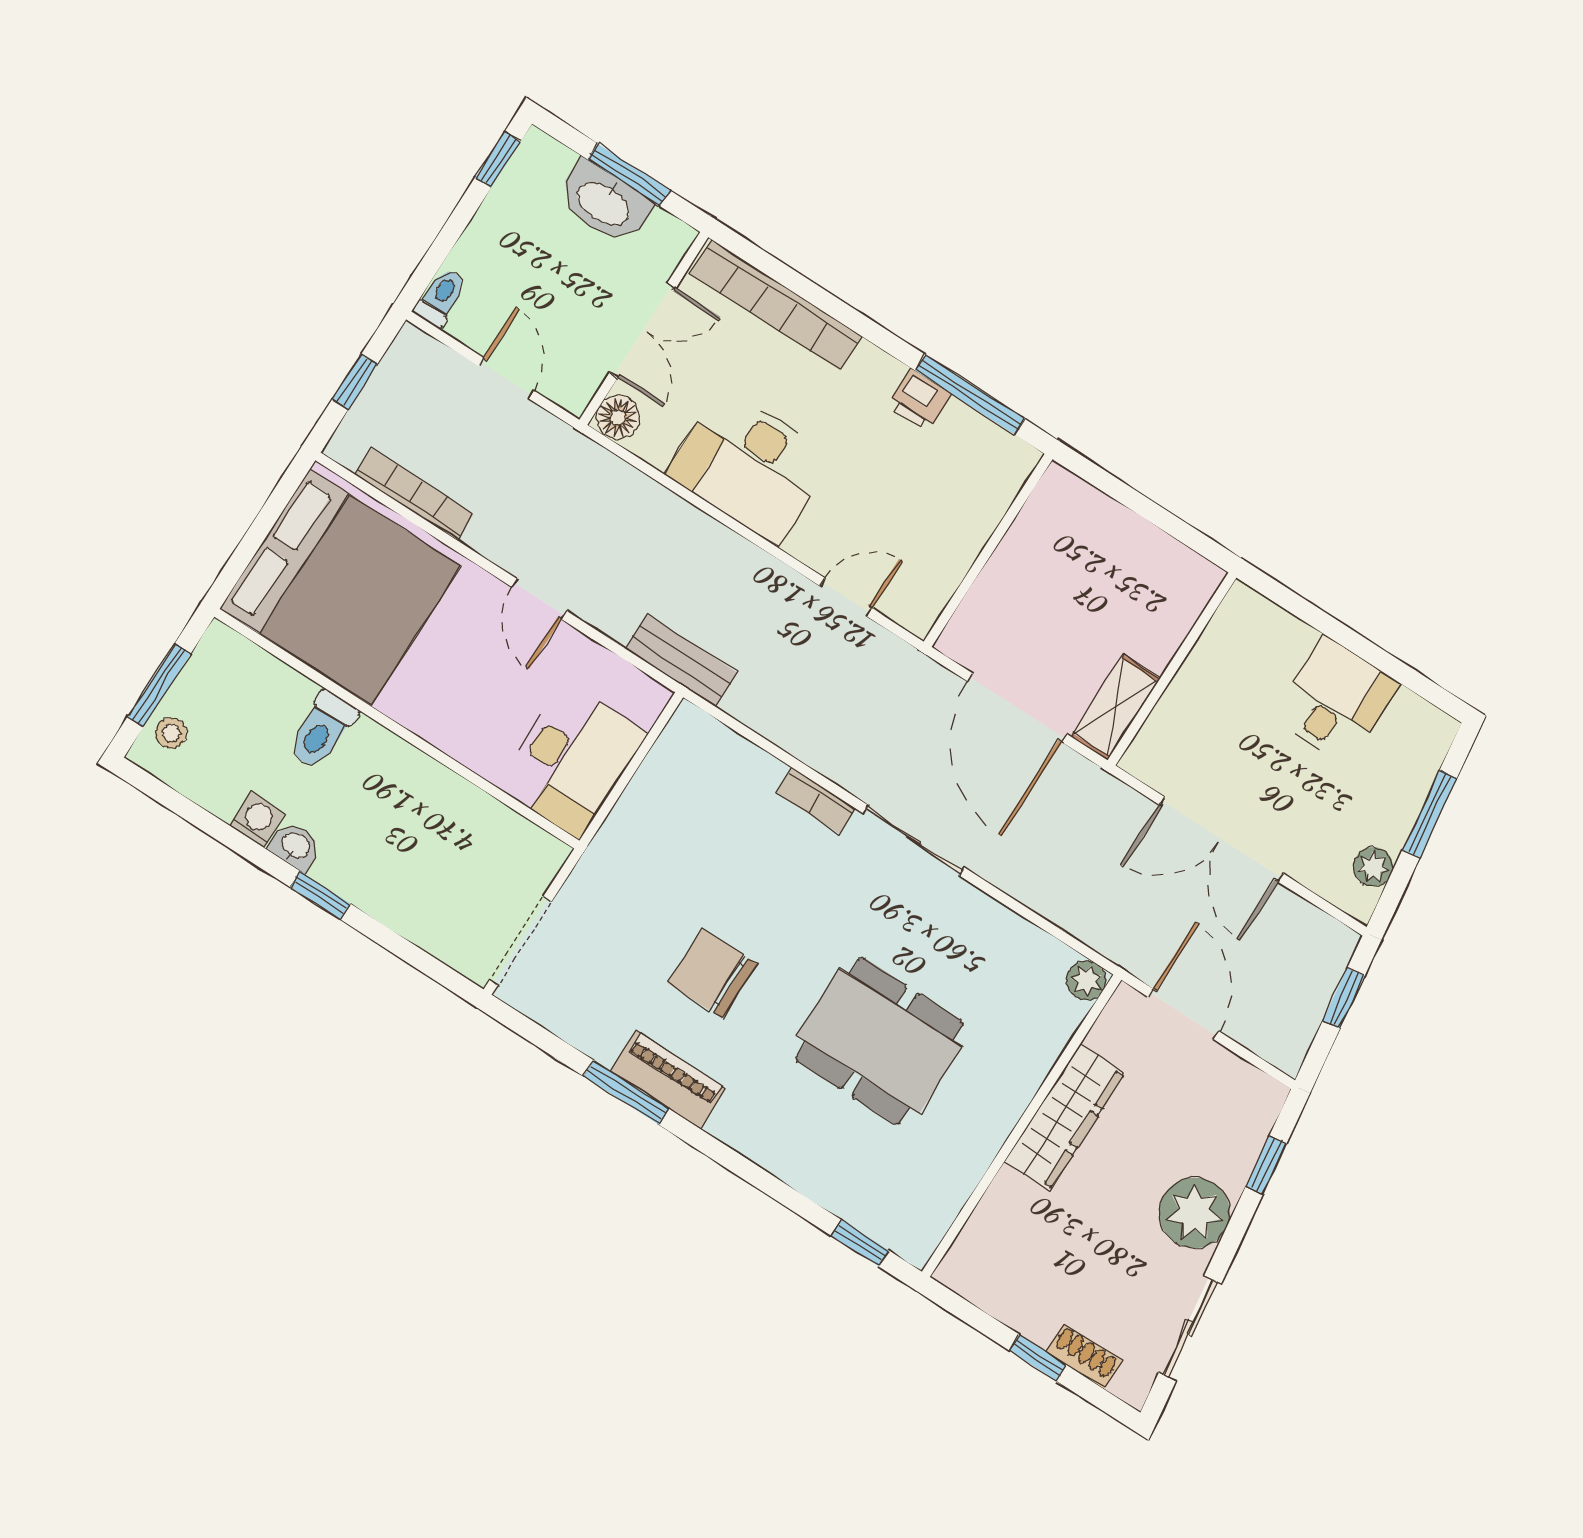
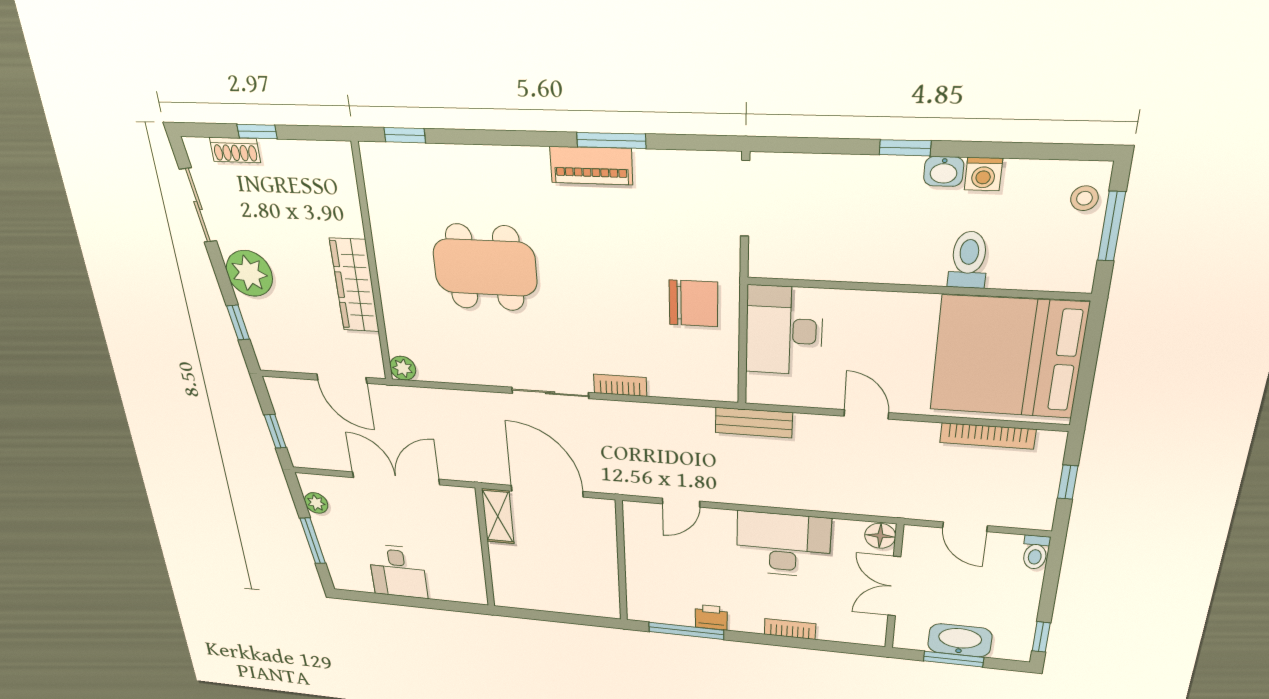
bookcase: (776, 305) -> (790, 629), width x0.43, depth x0.76
chair: (712, 973) -> (693, 303), moved

